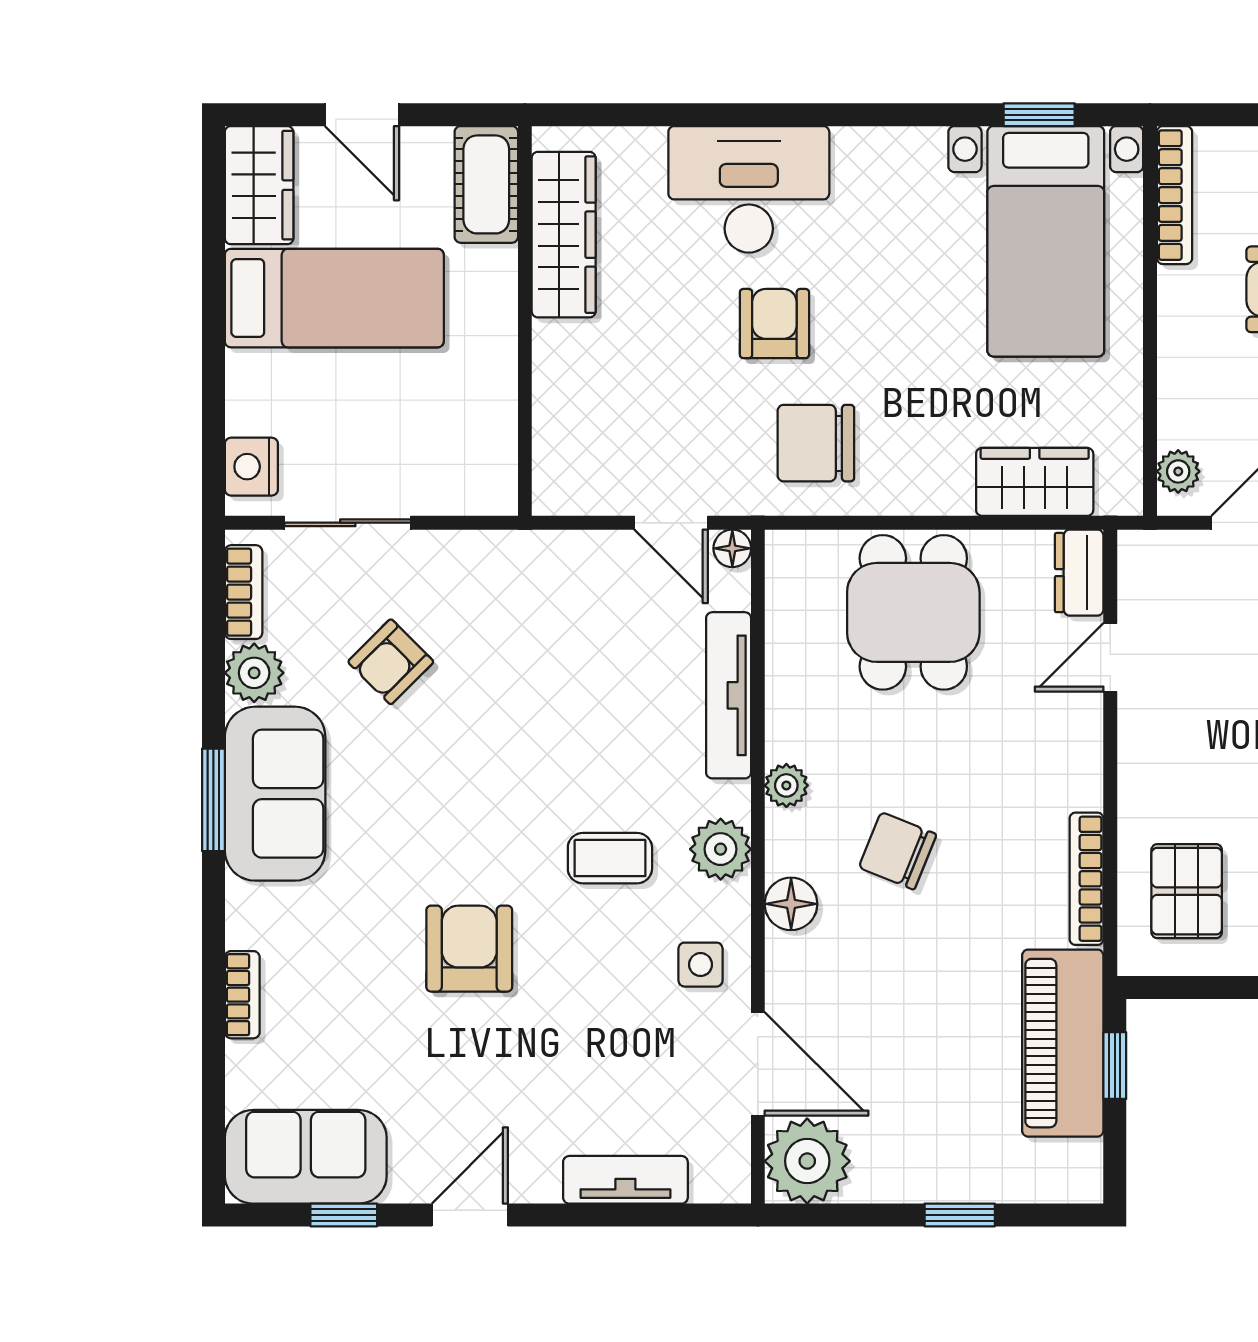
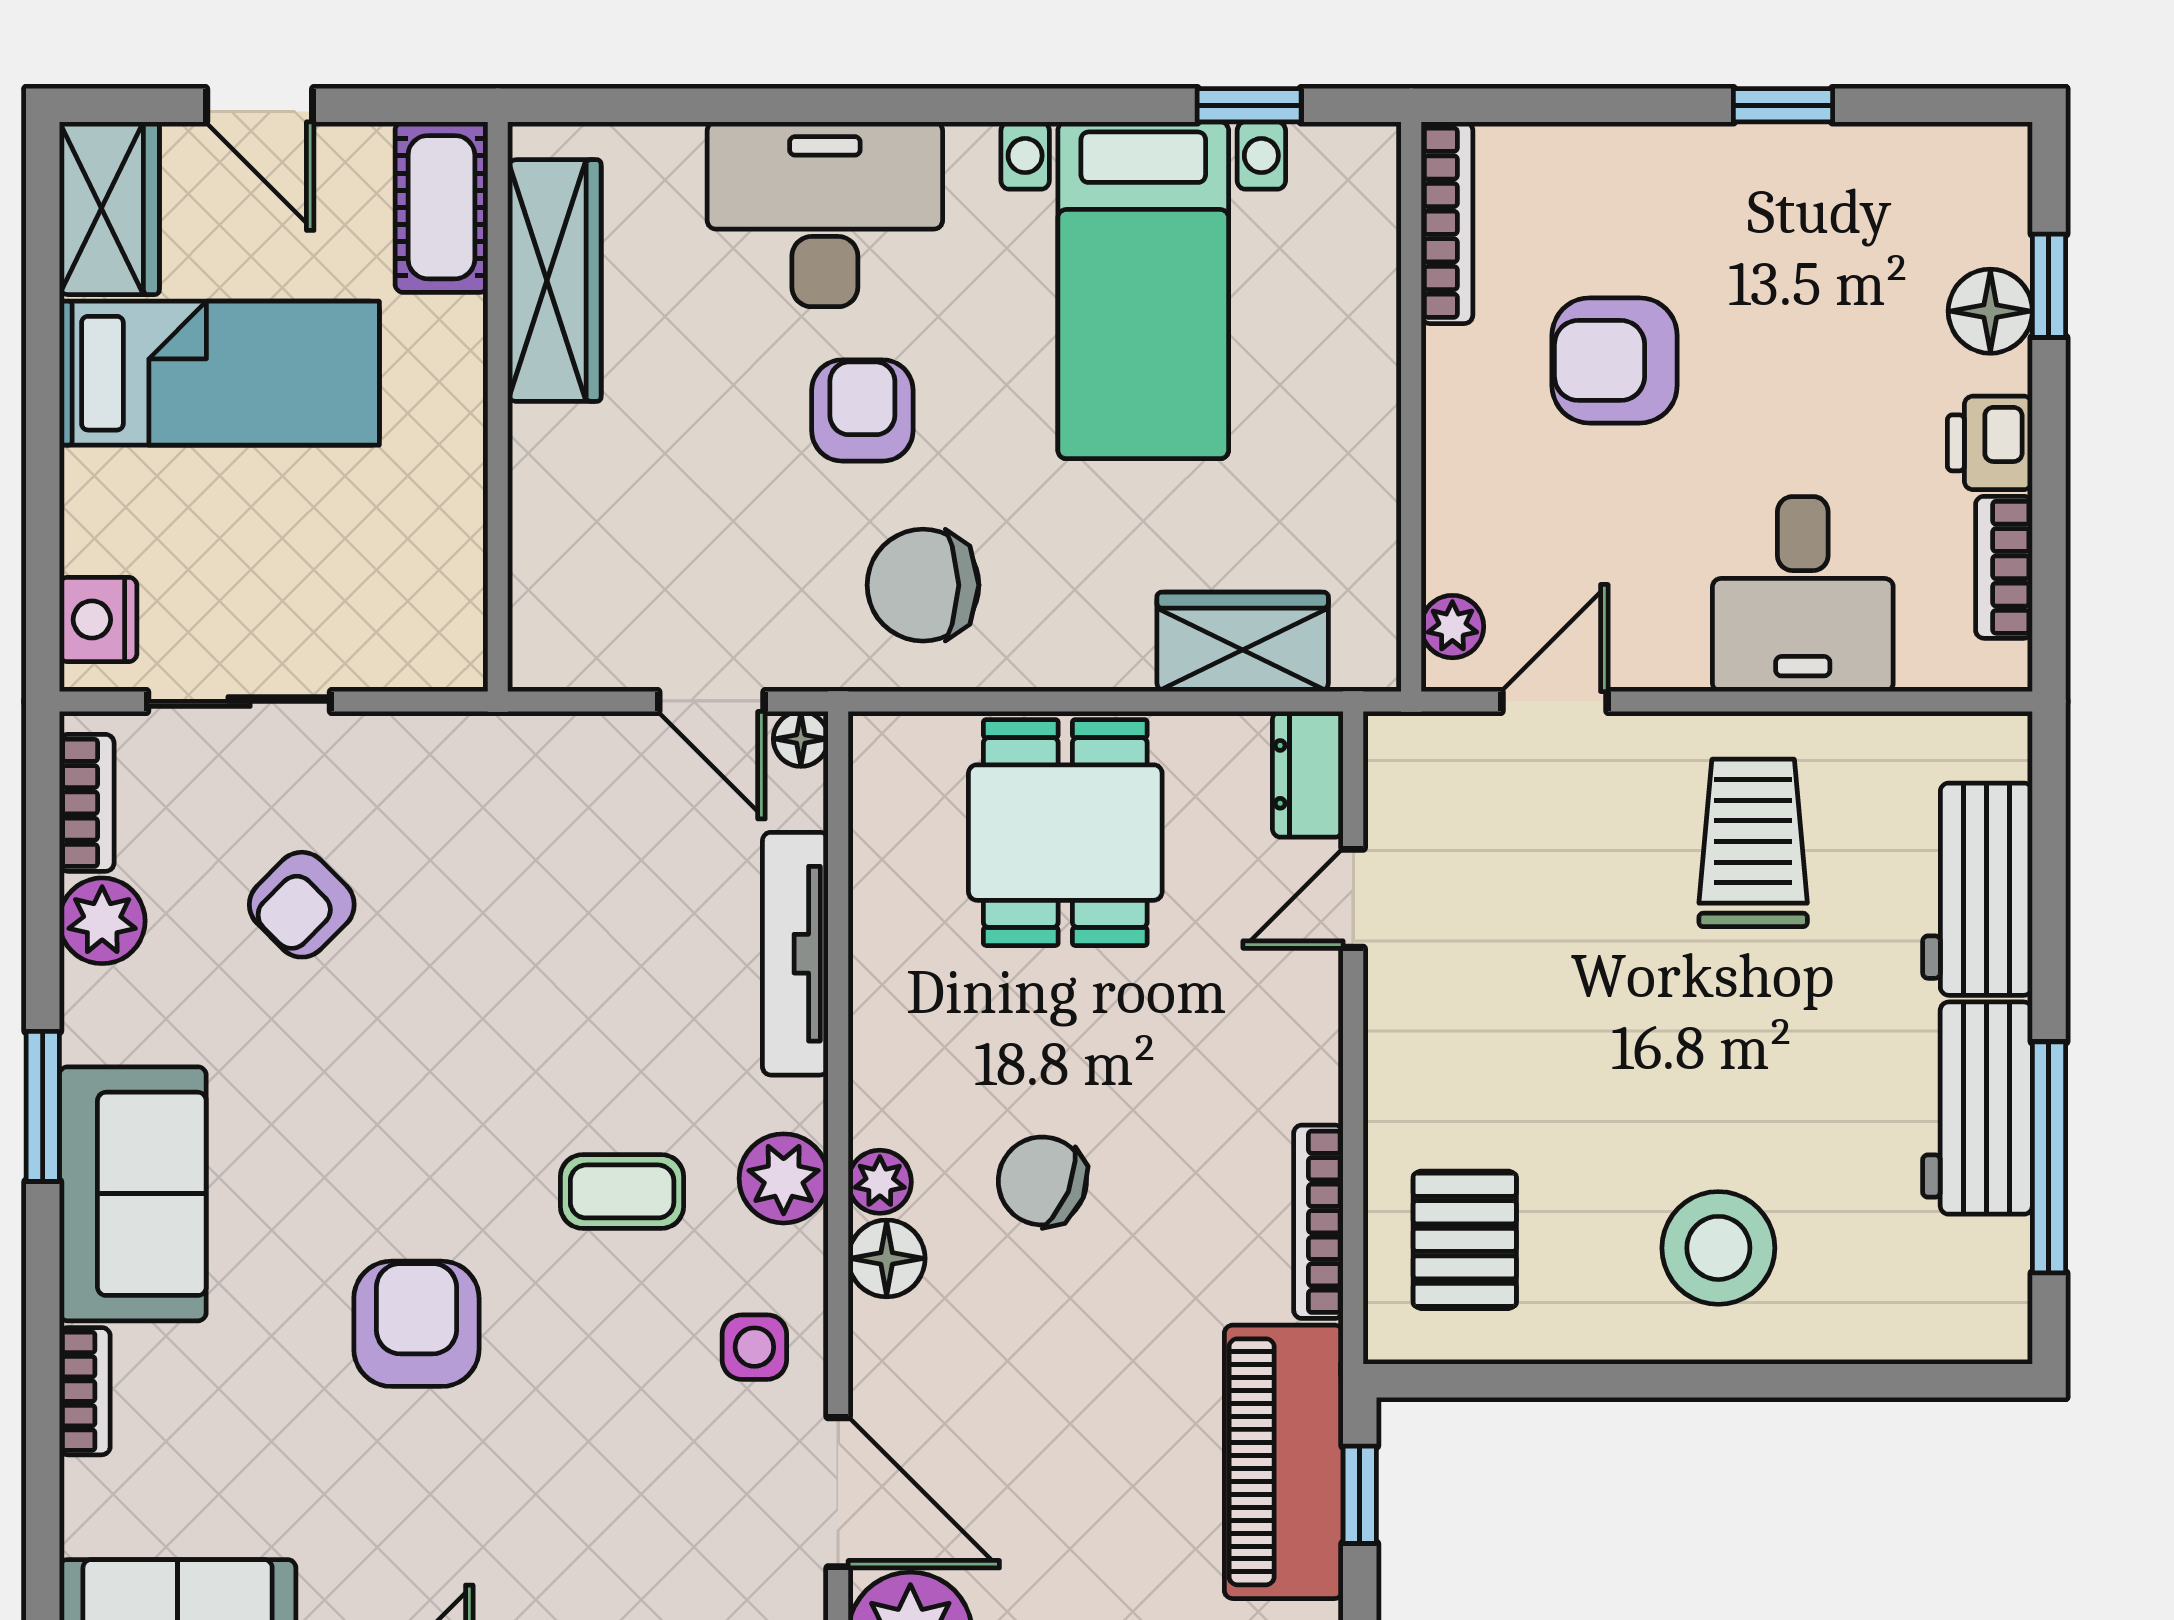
bed with nightstands: (1046, 241) -> (1143, 290), moved
plant: (786, 785) -> (880, 1182), moved
sofa: (275, 794) -> (133, 1194), moved

